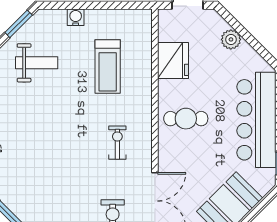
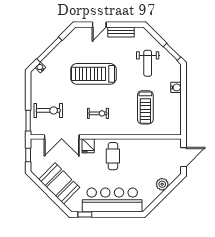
fridge: (173, 61) -> (88, 146), moved, width x0.53, depth x0.75
treadmill: (108, 67) -> (145, 107), turned -90
treadmill: (54, 150) -> (93, 74), added

